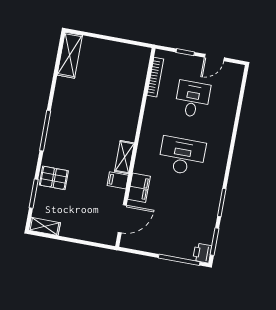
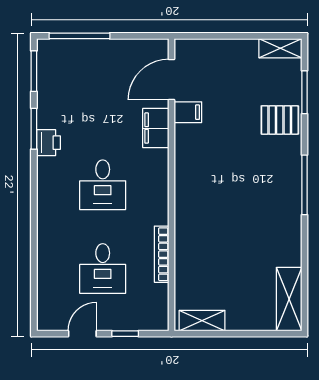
bookcase: (155, 77) -> (162, 254), moved
desk: (182, 156) -> (103, 185), width x0.73
shelving: (124, 157) -> (202, 321), moved, turned 90
filing cabinet: (118, 180) -> (188, 112), moved
printer: (202, 253) -> (48, 143), moved

